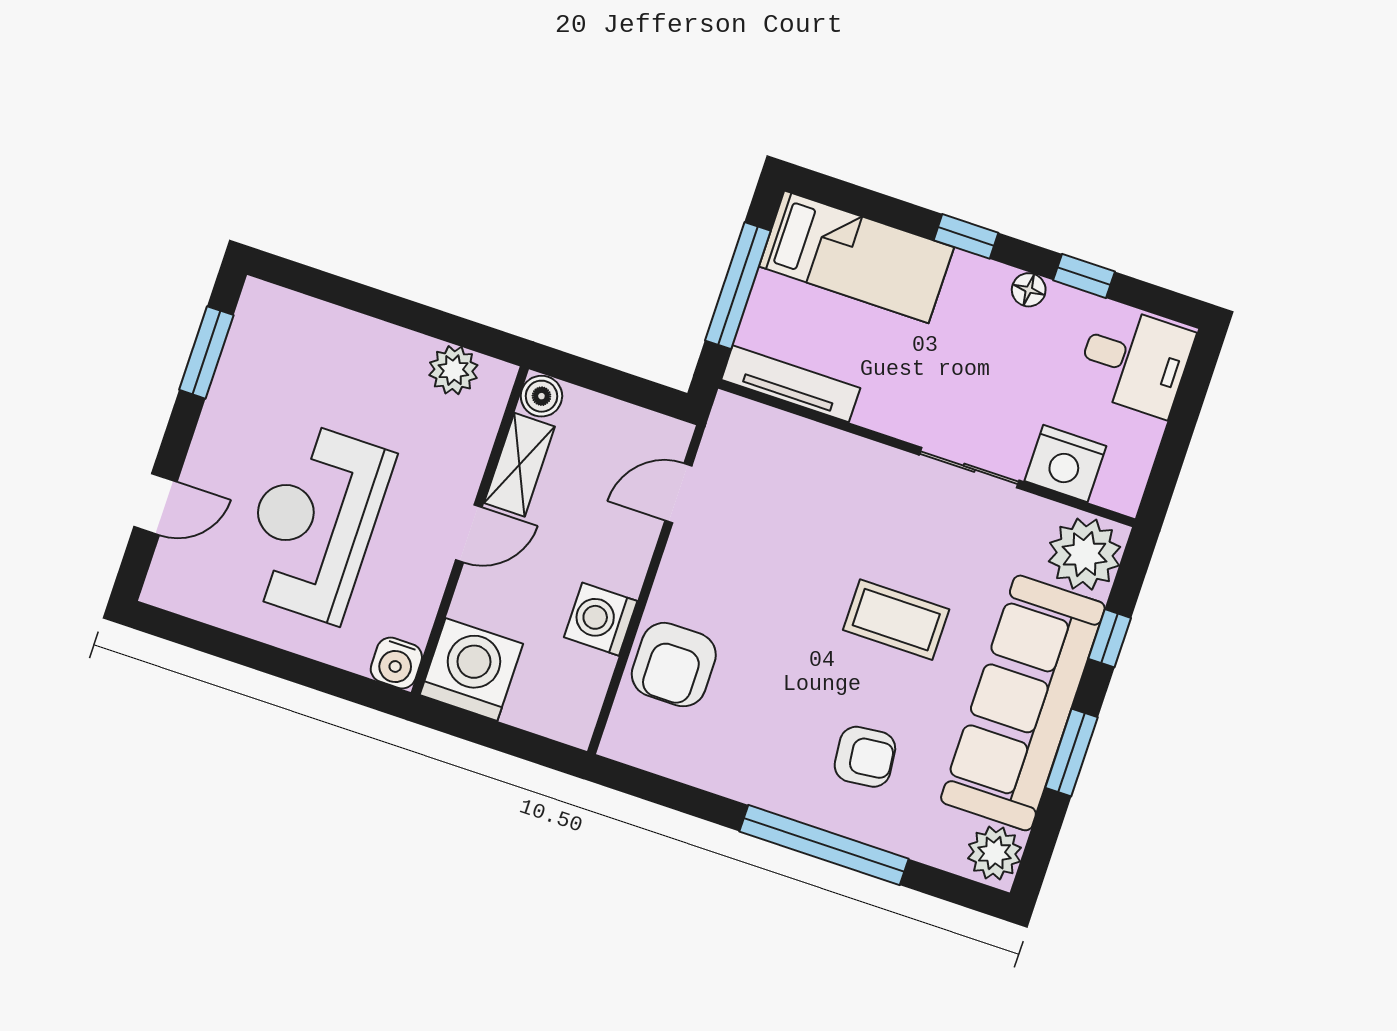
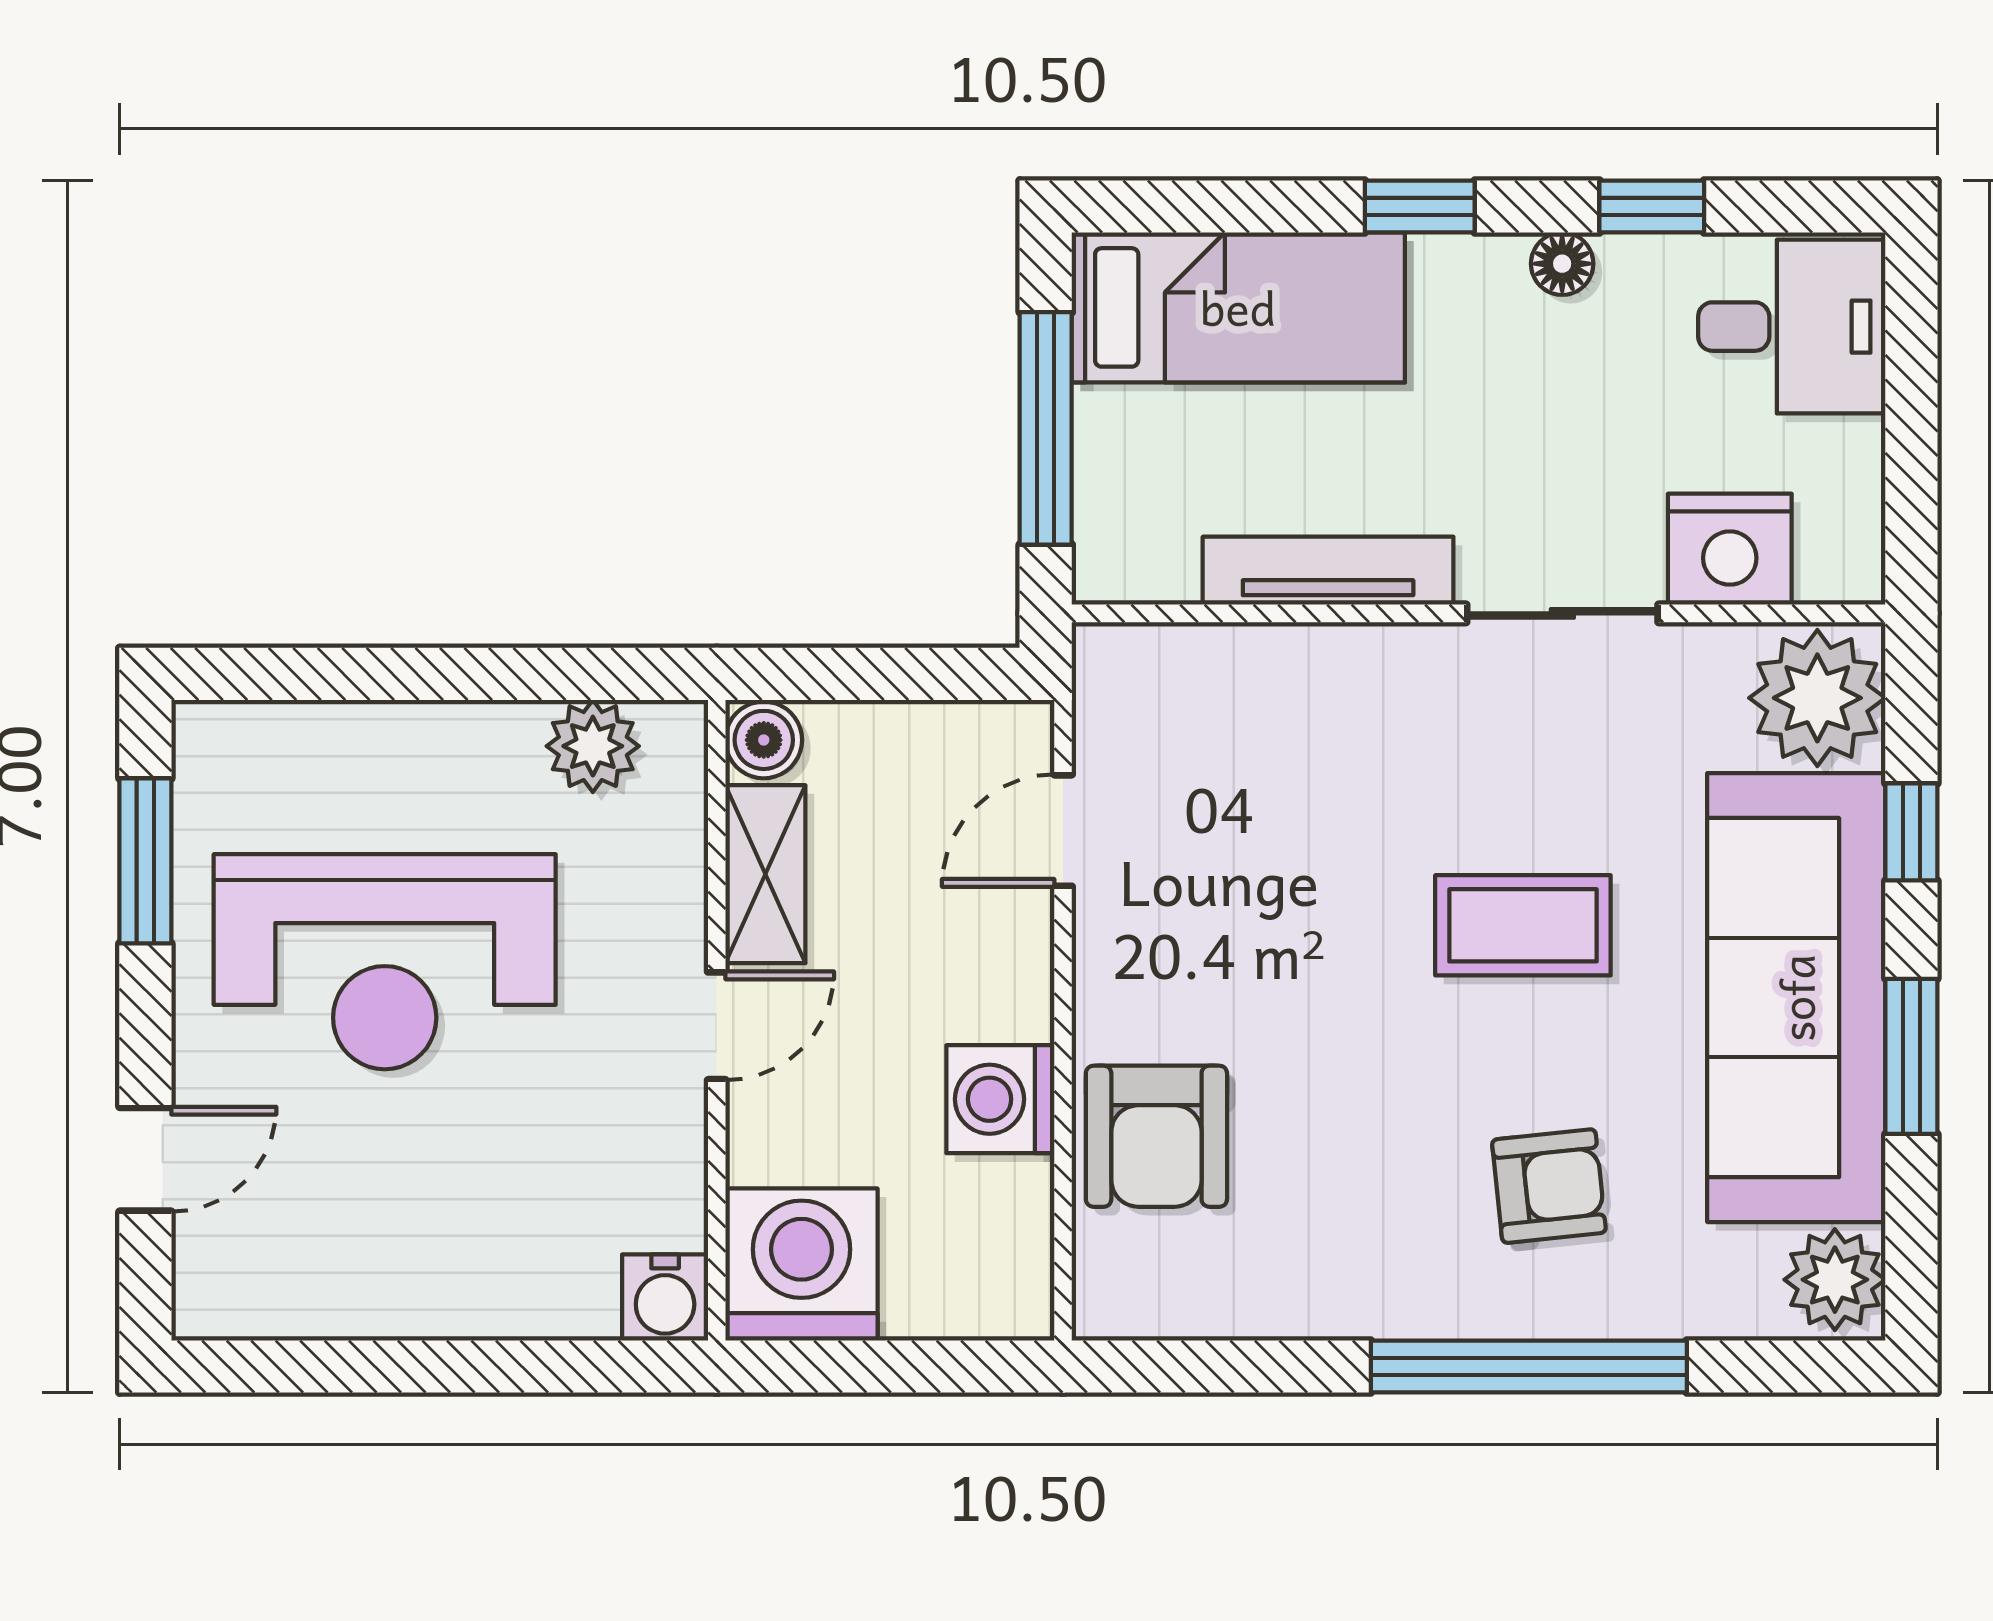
tv unit: (791, 384) -> (1328, 571), moved
reception desk: (314, 522) -> (385, 962), moved, turned -90

